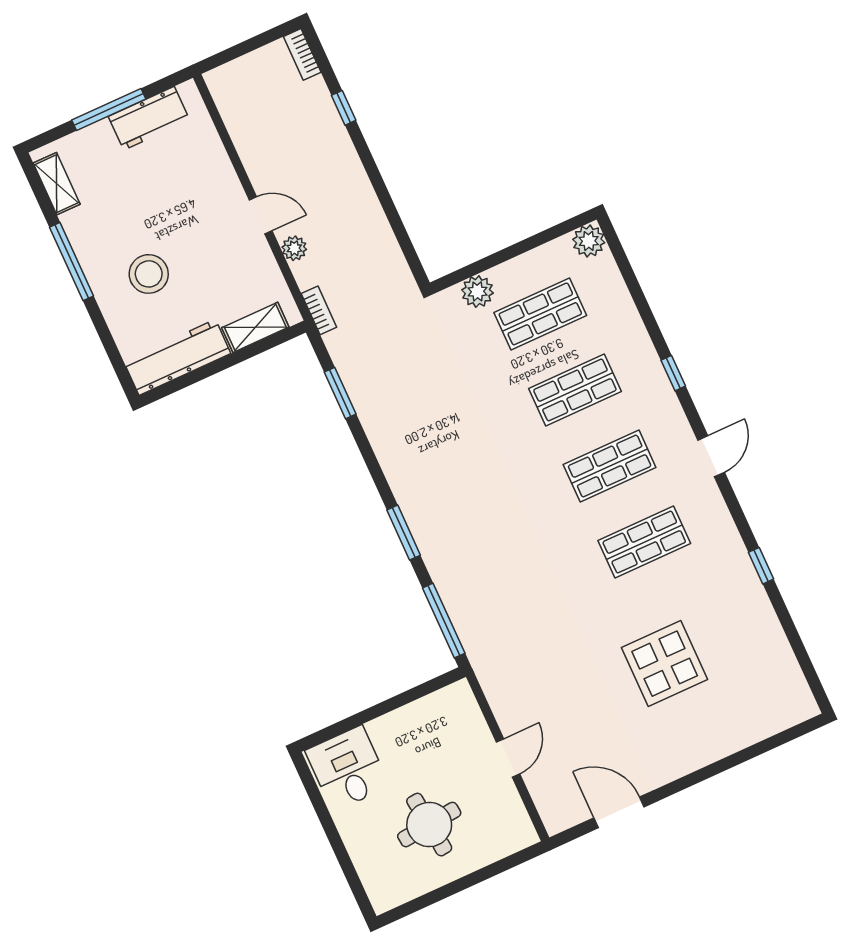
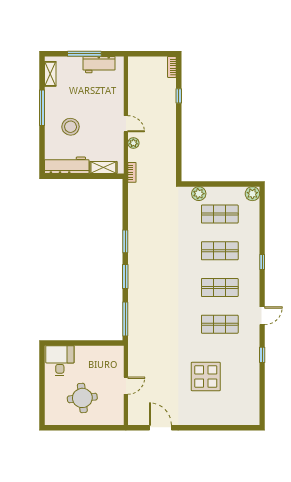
window: (340, 393) -> (125, 241), moved
door: (711, 456) -> (262, 316), moved

